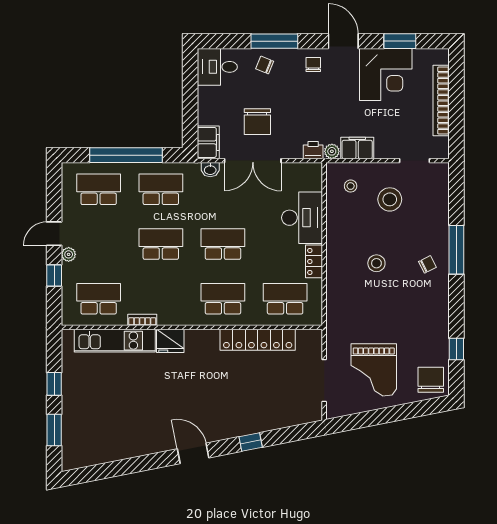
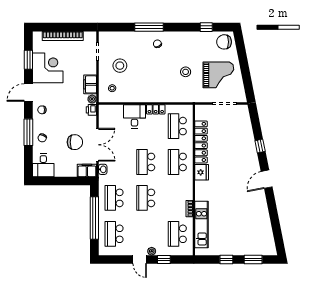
desk: (302, 218) -> (134, 116), width x0.73
stool: (376, 263) -> (186, 72), moved
fridge: (170, 341) -> (202, 172), moved

